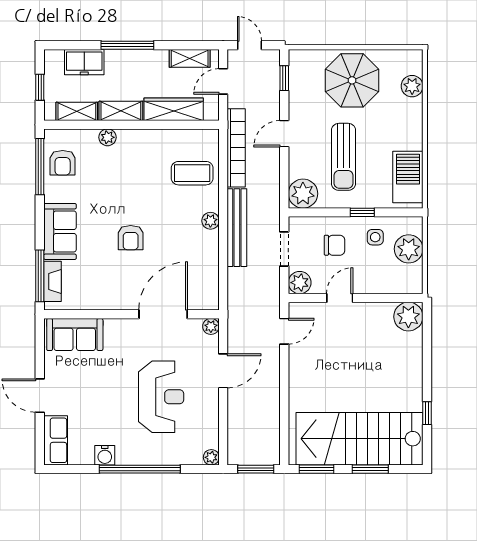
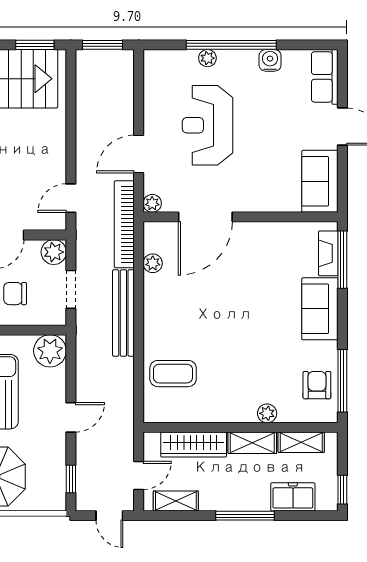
window: (40, 87) -> (342, 490), moved
bookcase: (236, 148) -> (124, 224), moved
plant: (210, 221) -> (153, 263), moved
armchair: (131, 238) -> (241, 302), removed
sofa: (75, 335) -> (320, 181), moved, turned -90
plant: (211, 457) -> (207, 58), moved

